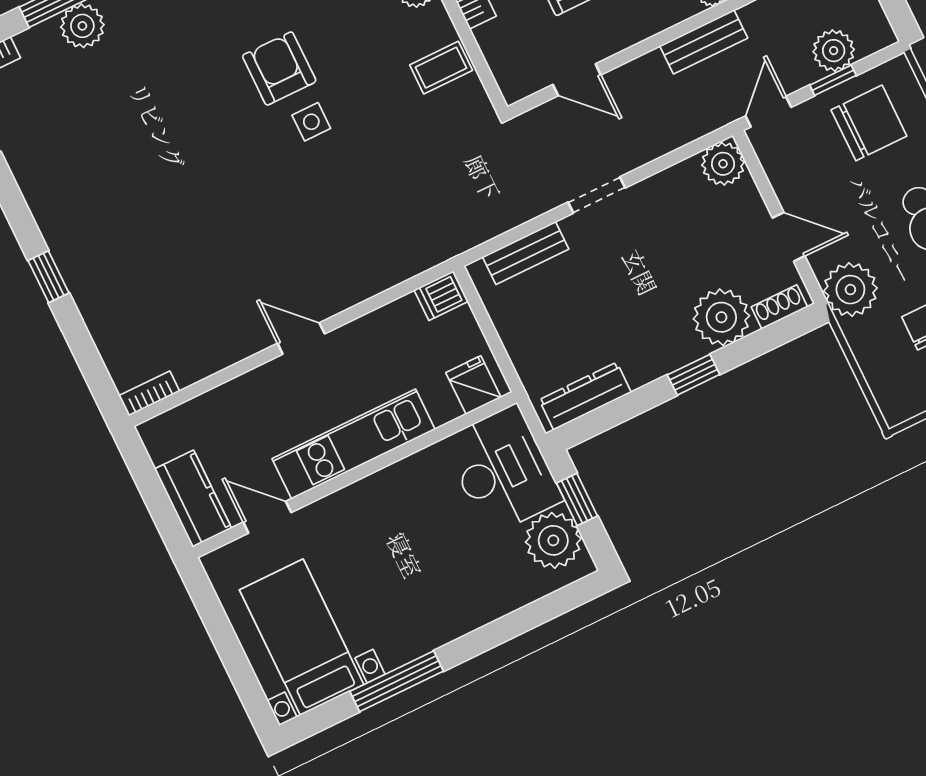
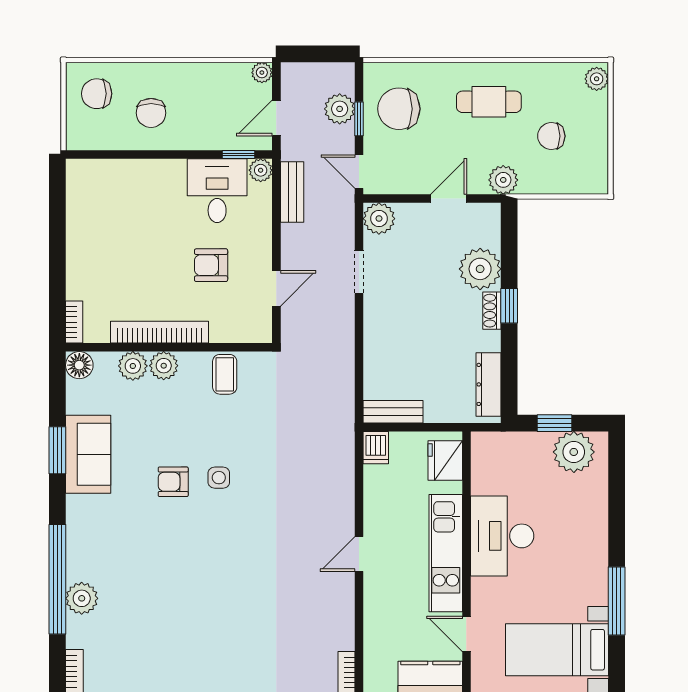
armchair: (279, 68) -> (173, 482), width x0.72, depth x0.72
chair: (869, 123) -> (399, 109), turned -90
doorway: (597, 195) -> (359, 272), moved
bench: (526, 253) -> (393, 412), moved, turned 90
plant: (850, 290) -> (503, 180), width x0.73, depth x0.73
shoe rack: (779, 307) -> (492, 311), moved
fridge: (473, 385) -> (445, 460), width x1.38
desk: (502, 470) -> (502, 536), moved, turned -90
door: (267, 517) -> (466, 634), hinge flipped

